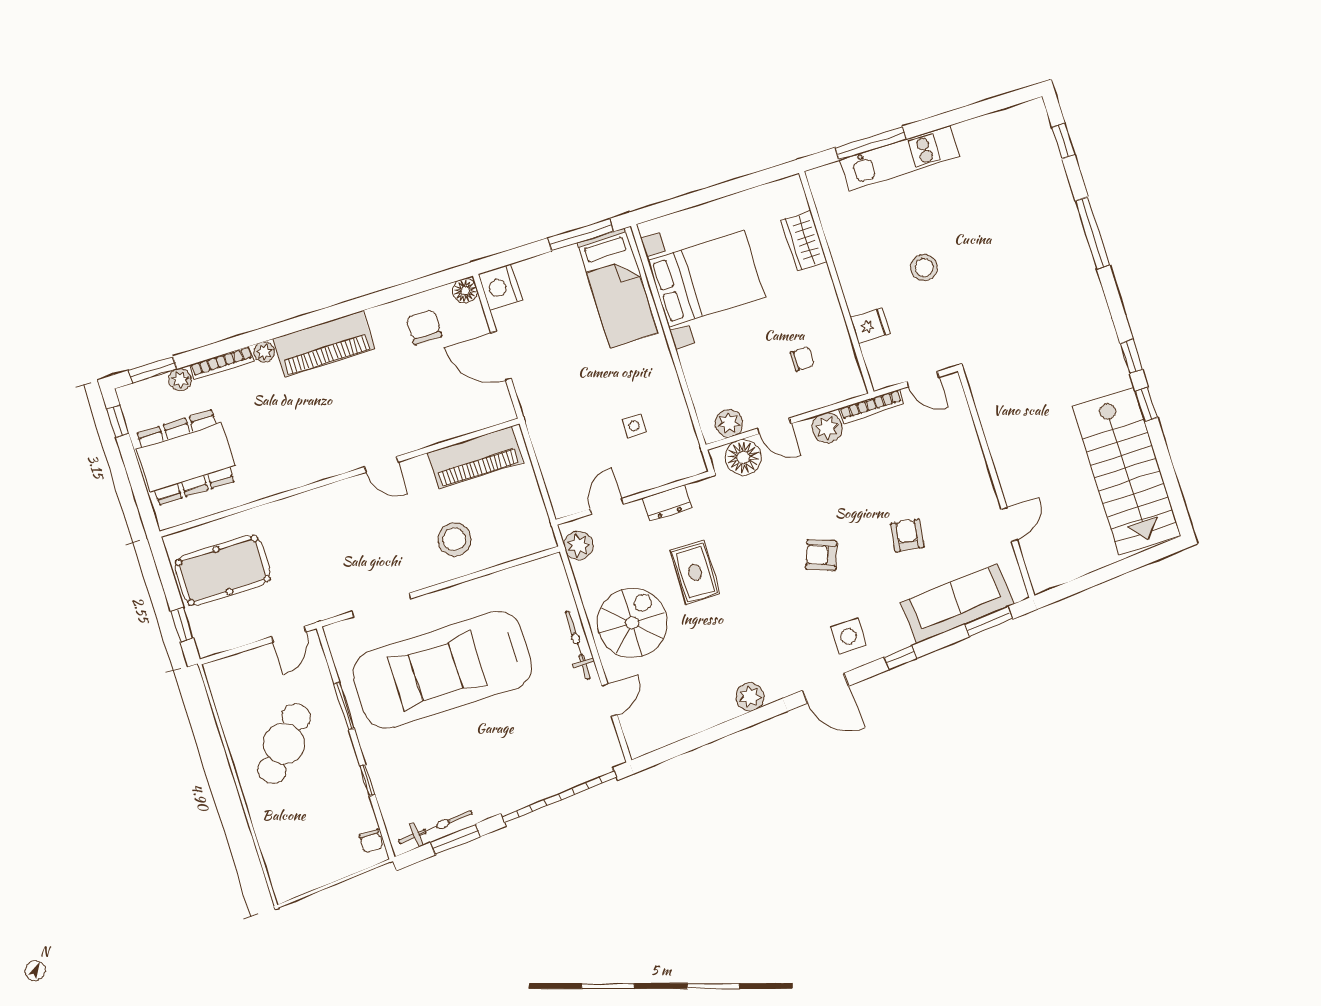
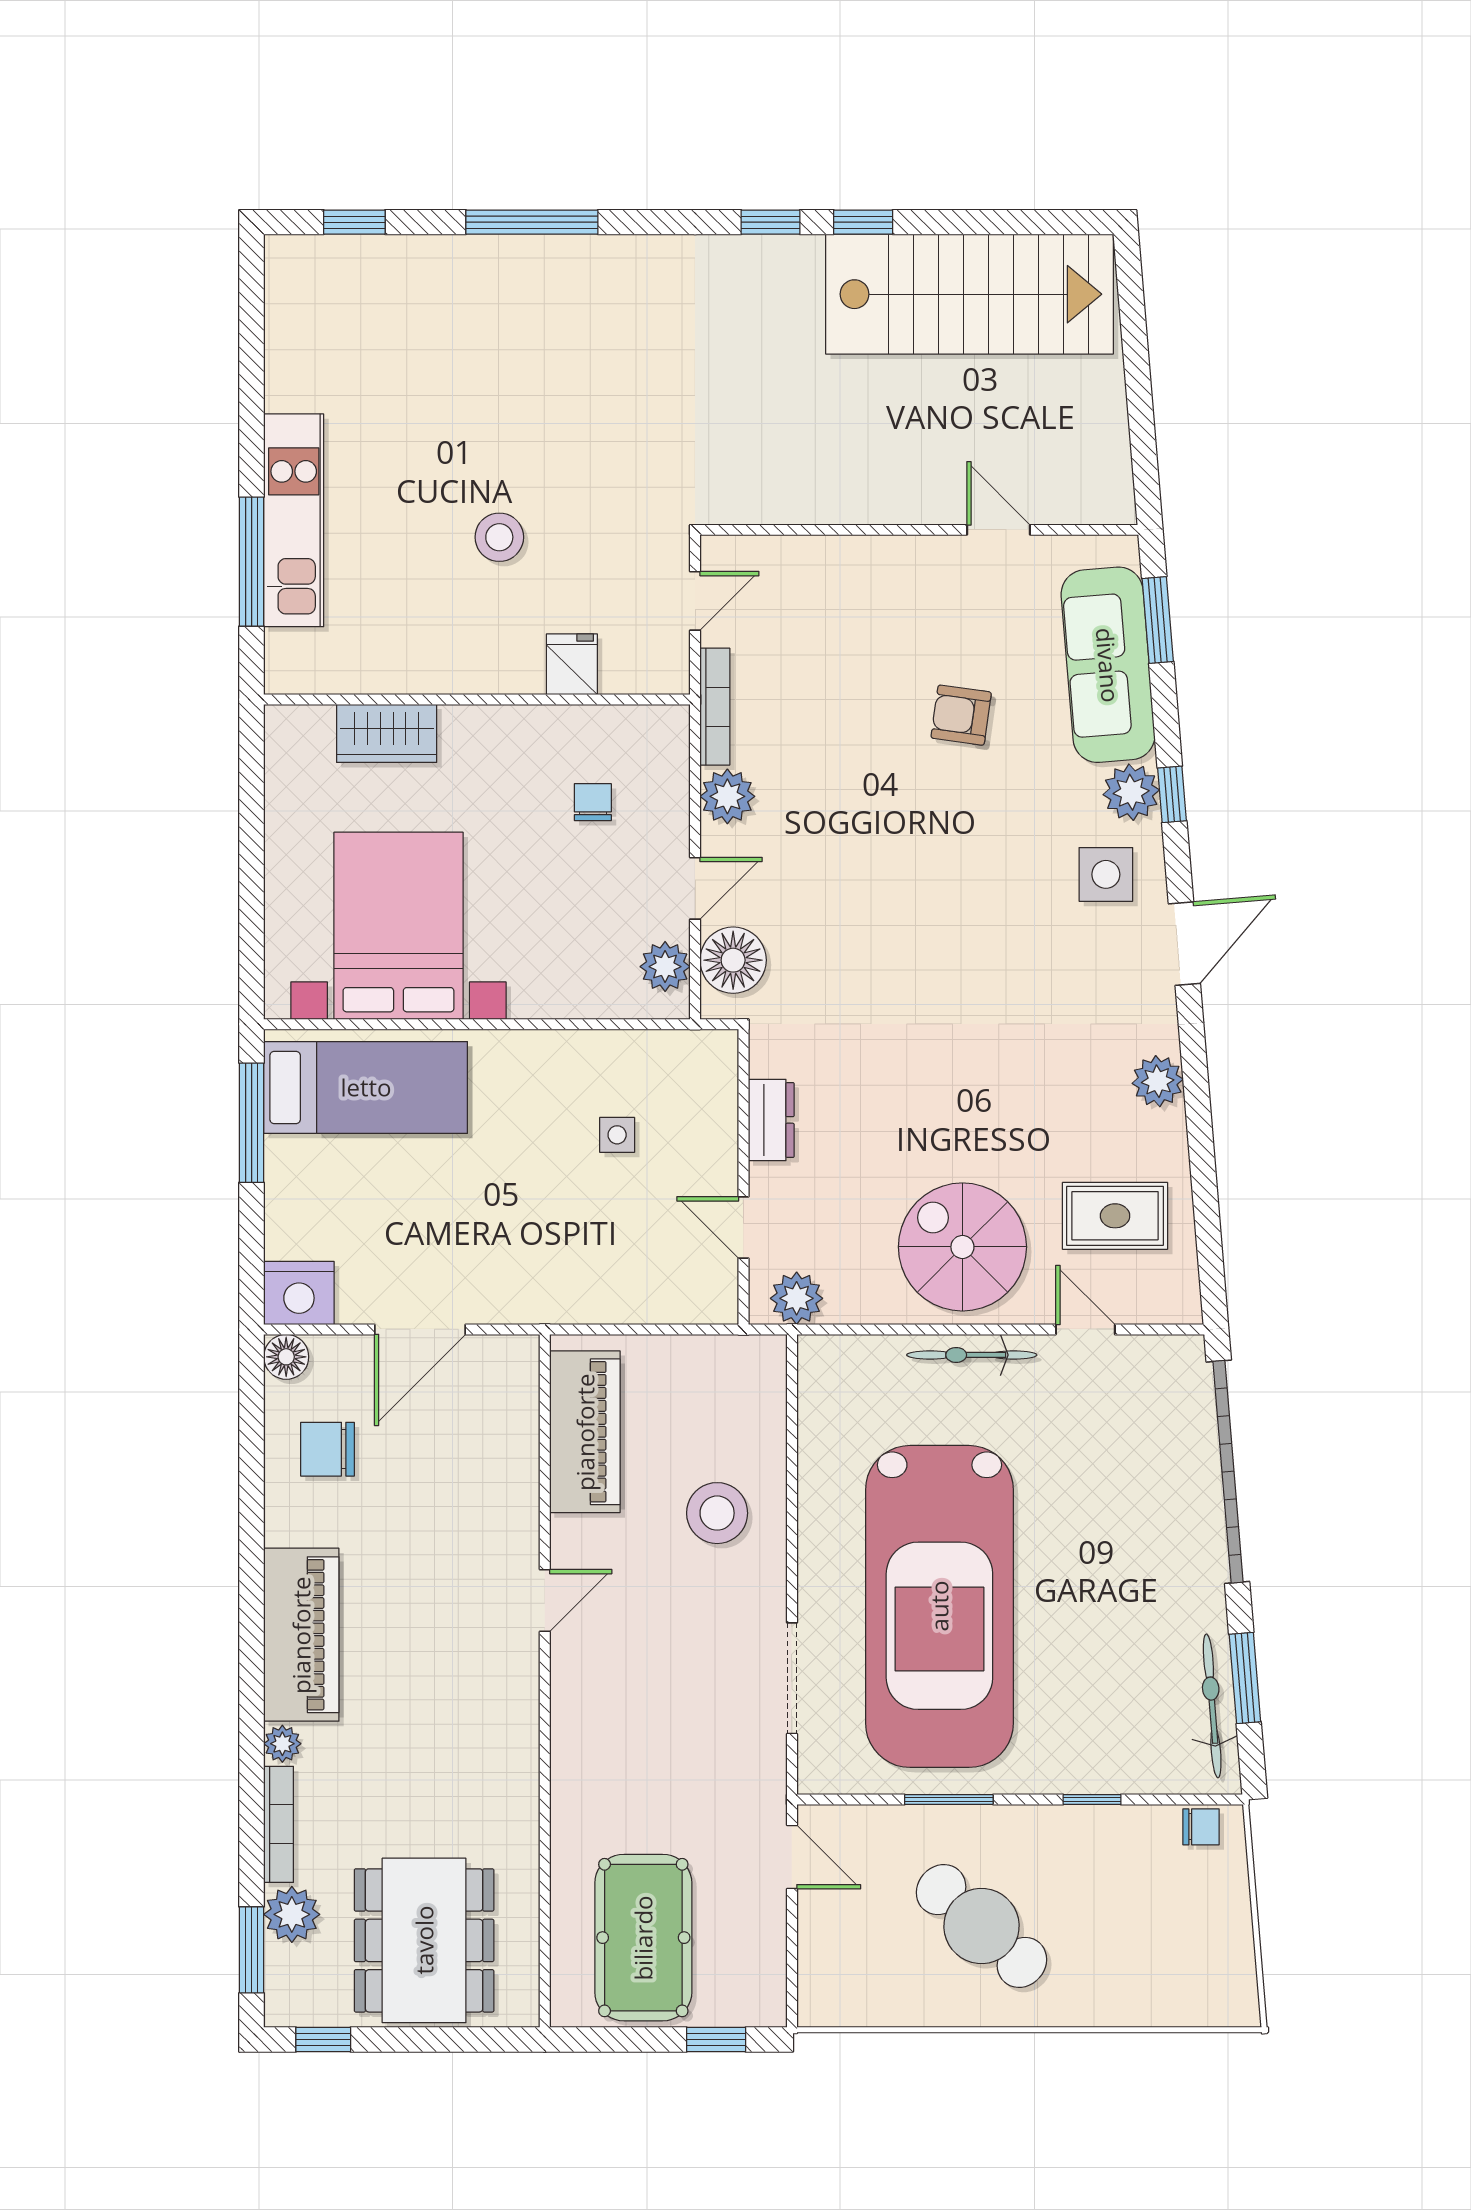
plant: (180, 380) -> (292, 1914), width x1.38, depth x1.38
armchair: (821, 555) -> (948, 877), removed
rug: (695, 572) -> (1115, 1216), moved
plant: (895, 636) -> (1131, 792), added

